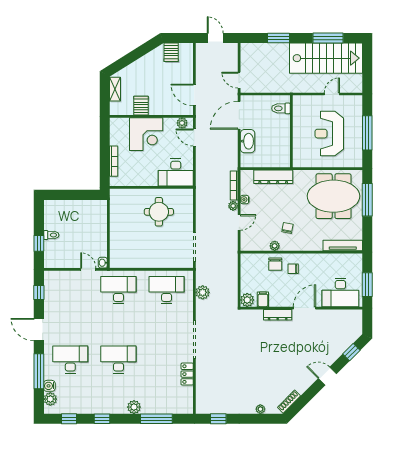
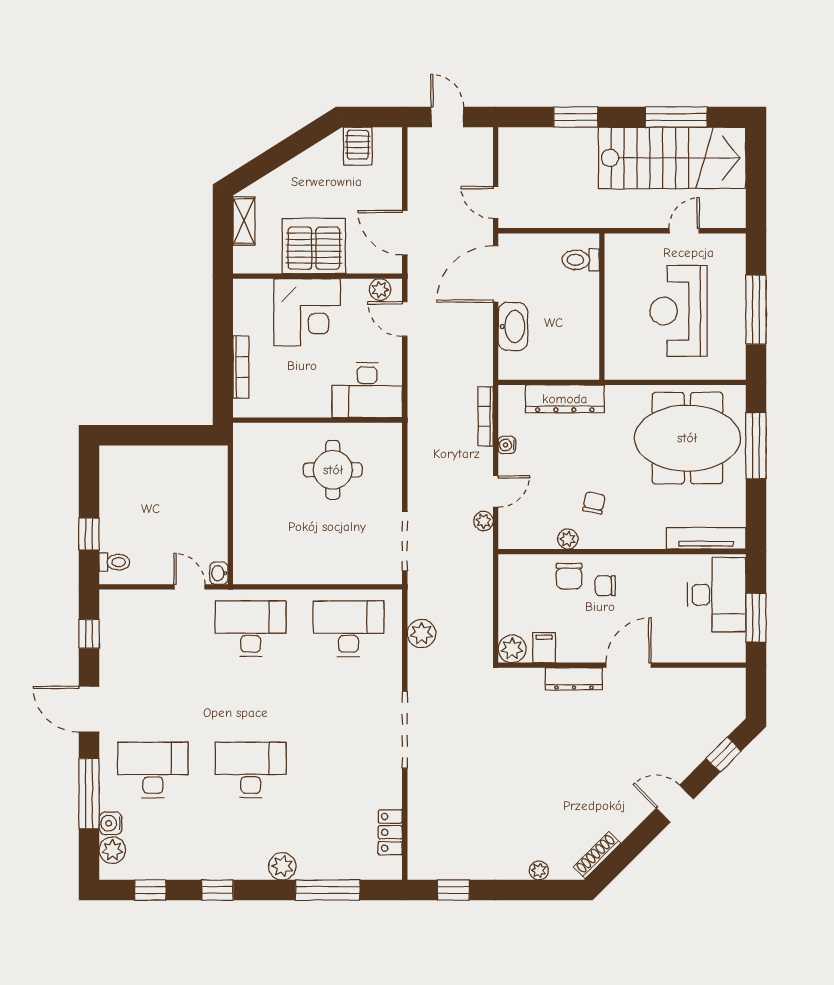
server rack: (141, 106) -> (314, 246), width x2.18, depth x1.44
plant: (233, 206) -> (483, 521), moved
toilet: (51, 235) -> (114, 562), moved
desk: (340, 292) -> (717, 595), moved, turned -90
locker: (187, 374) -> (390, 832), moved

